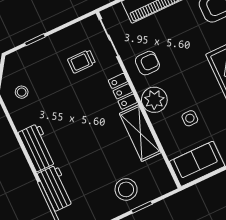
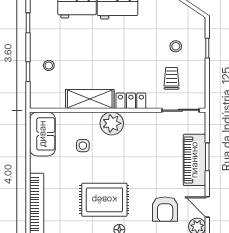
armchair: (147, 63) -> (145, 132), removed
stool: (22, 92) -> (176, 46), moved
stool: (126, 189) -> (49, 65), width x0.53, depth x0.53

